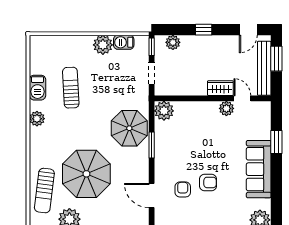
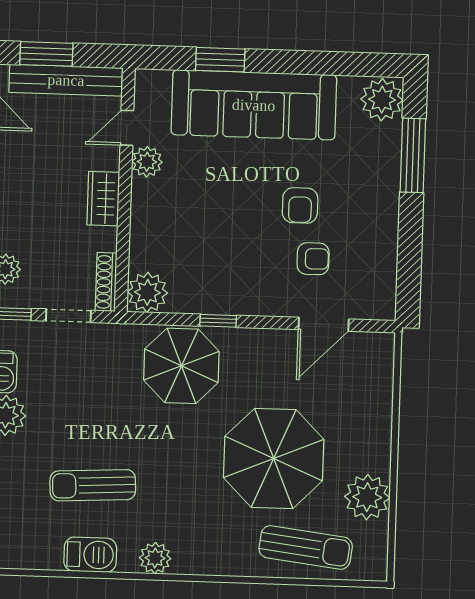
wardrobe: (220, 88) -> (103, 199), moved
shoe rack: (168, 91) -> (106, 282), added
window: (152, 145) -> (218, 321), width x0.67
sofa: (259, 169) -> (254, 105), width x1.36, depth x1.27
armchair: (208, 182) -> (300, 205), turned 180
armchair: (183, 189) -> (313, 259), turned 180

